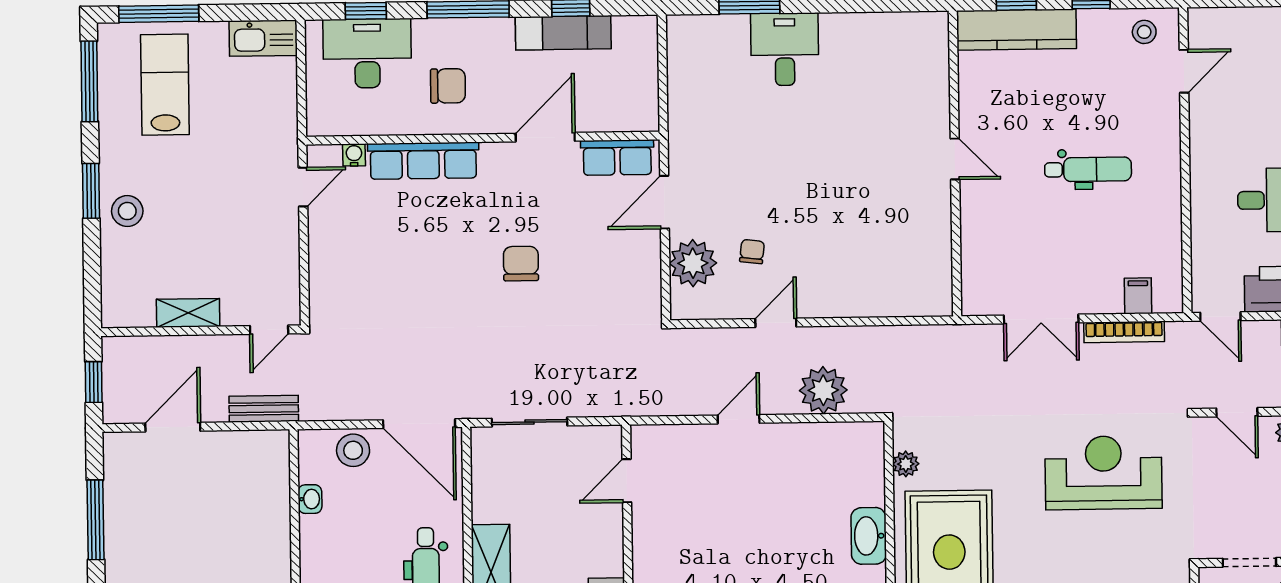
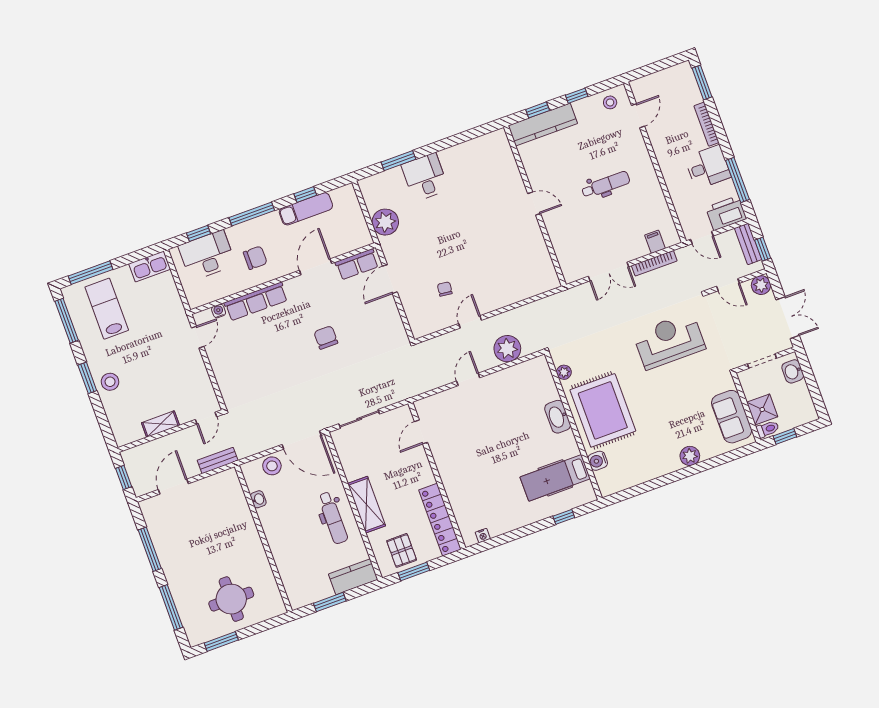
plant: (693, 263) -> (385, 222), moved

